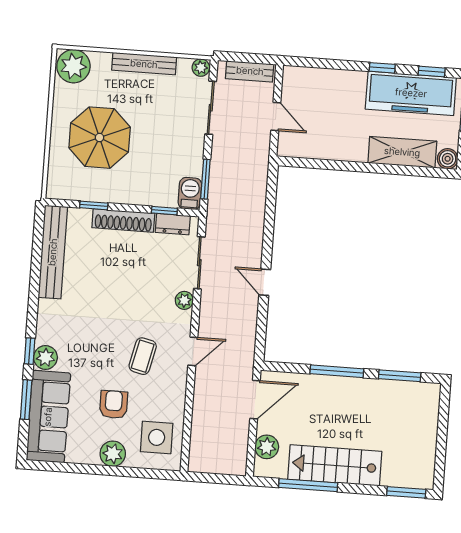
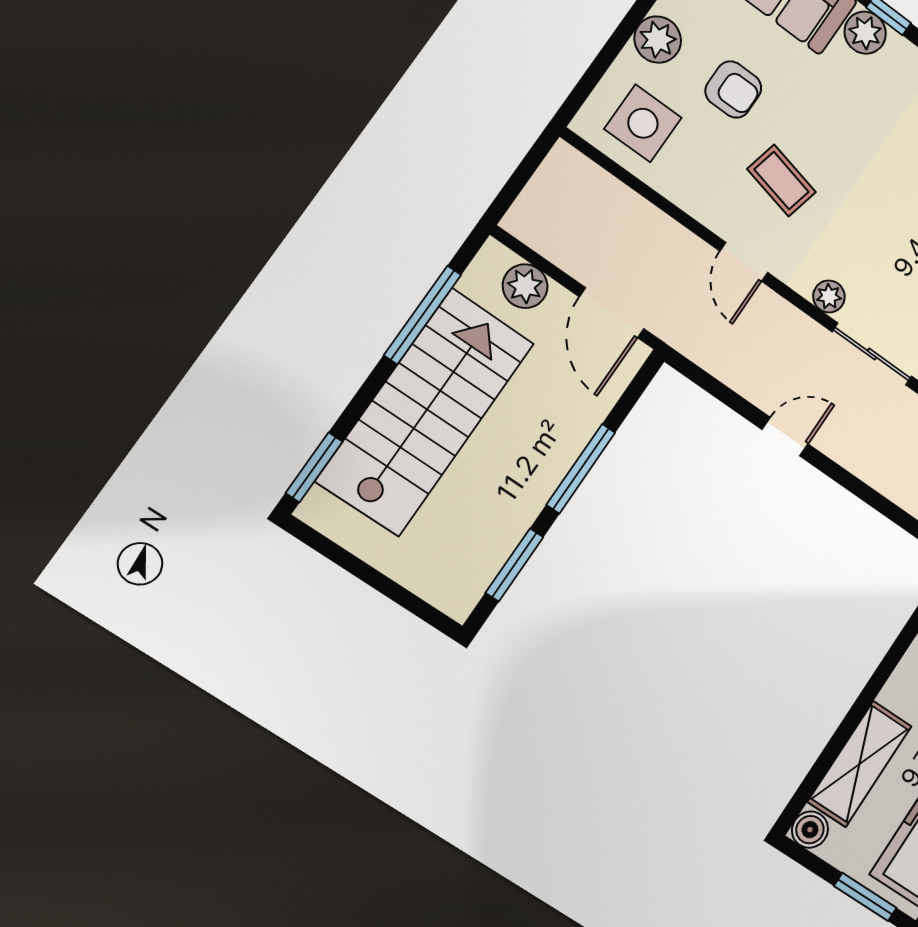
stairs: (335, 465) -> (425, 412), width x1.36, depth x1.51

